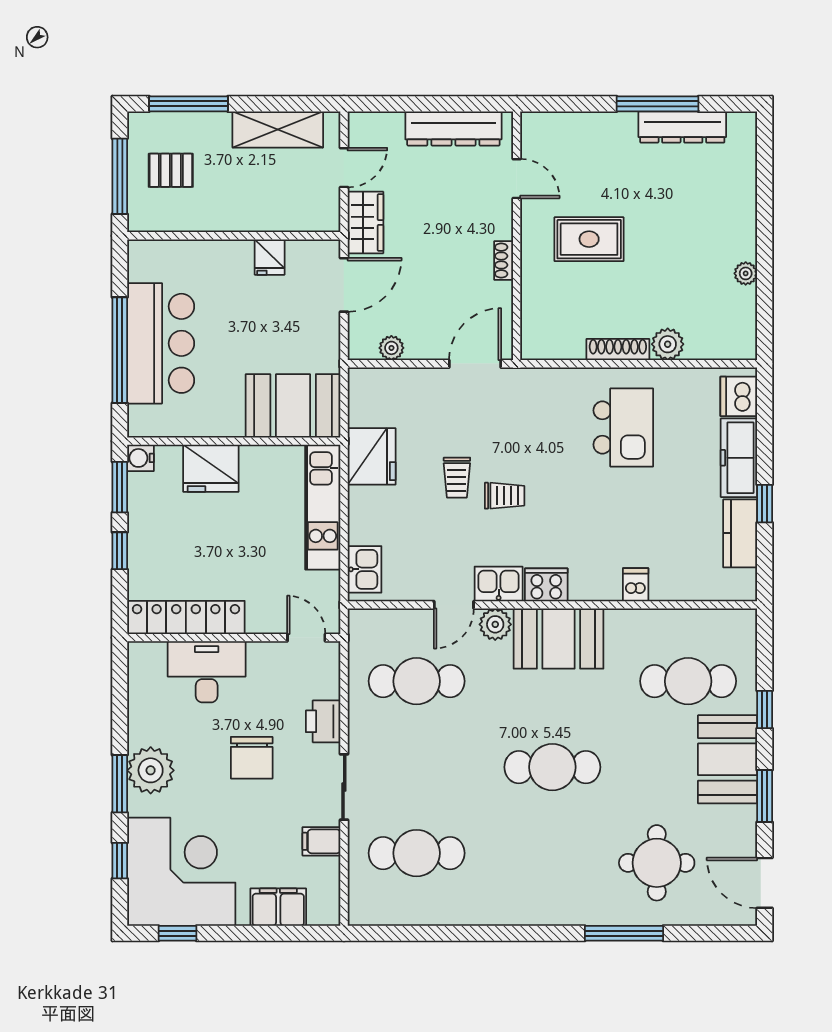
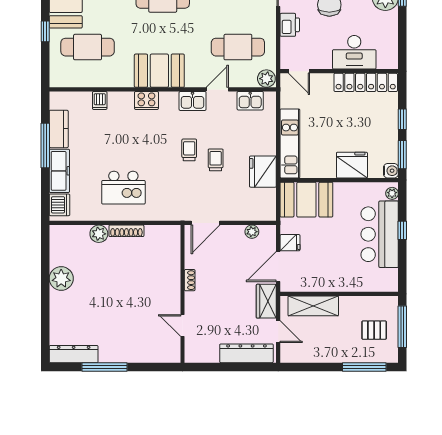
dresser: (682, 127) -> (74, 354), moved
dresser: (453, 128) -> (246, 353), moved
shelving: (278, 129) -> (313, 306), moved
door: (344, 168) -> (278, 332), swing flipped
rug: (589, 239) -> (142, 292), removed
fridge: (270, 257) -> (290, 243), moved, turned 90
plant: (746, 273) -> (61, 279), width x1.87, depth x1.87
window: (120, 350) -> (402, 230), width x0.32
plant: (138, 417) -> (392, 193), added
kitchen island: (623, 428) -> (123, 188), turned -90
trolley: (505, 496) -> (189, 150), turned 90
window: (765, 504) -> (45, 145), width x2.17
kitchen sink: (364, 569) -> (250, 101), moved, turned -90
cooker: (546, 585) -> (146, 100), moved
dishwasher: (636, 585) -> (100, 100), moved
plant: (495, 624) -> (266, 79), moved

